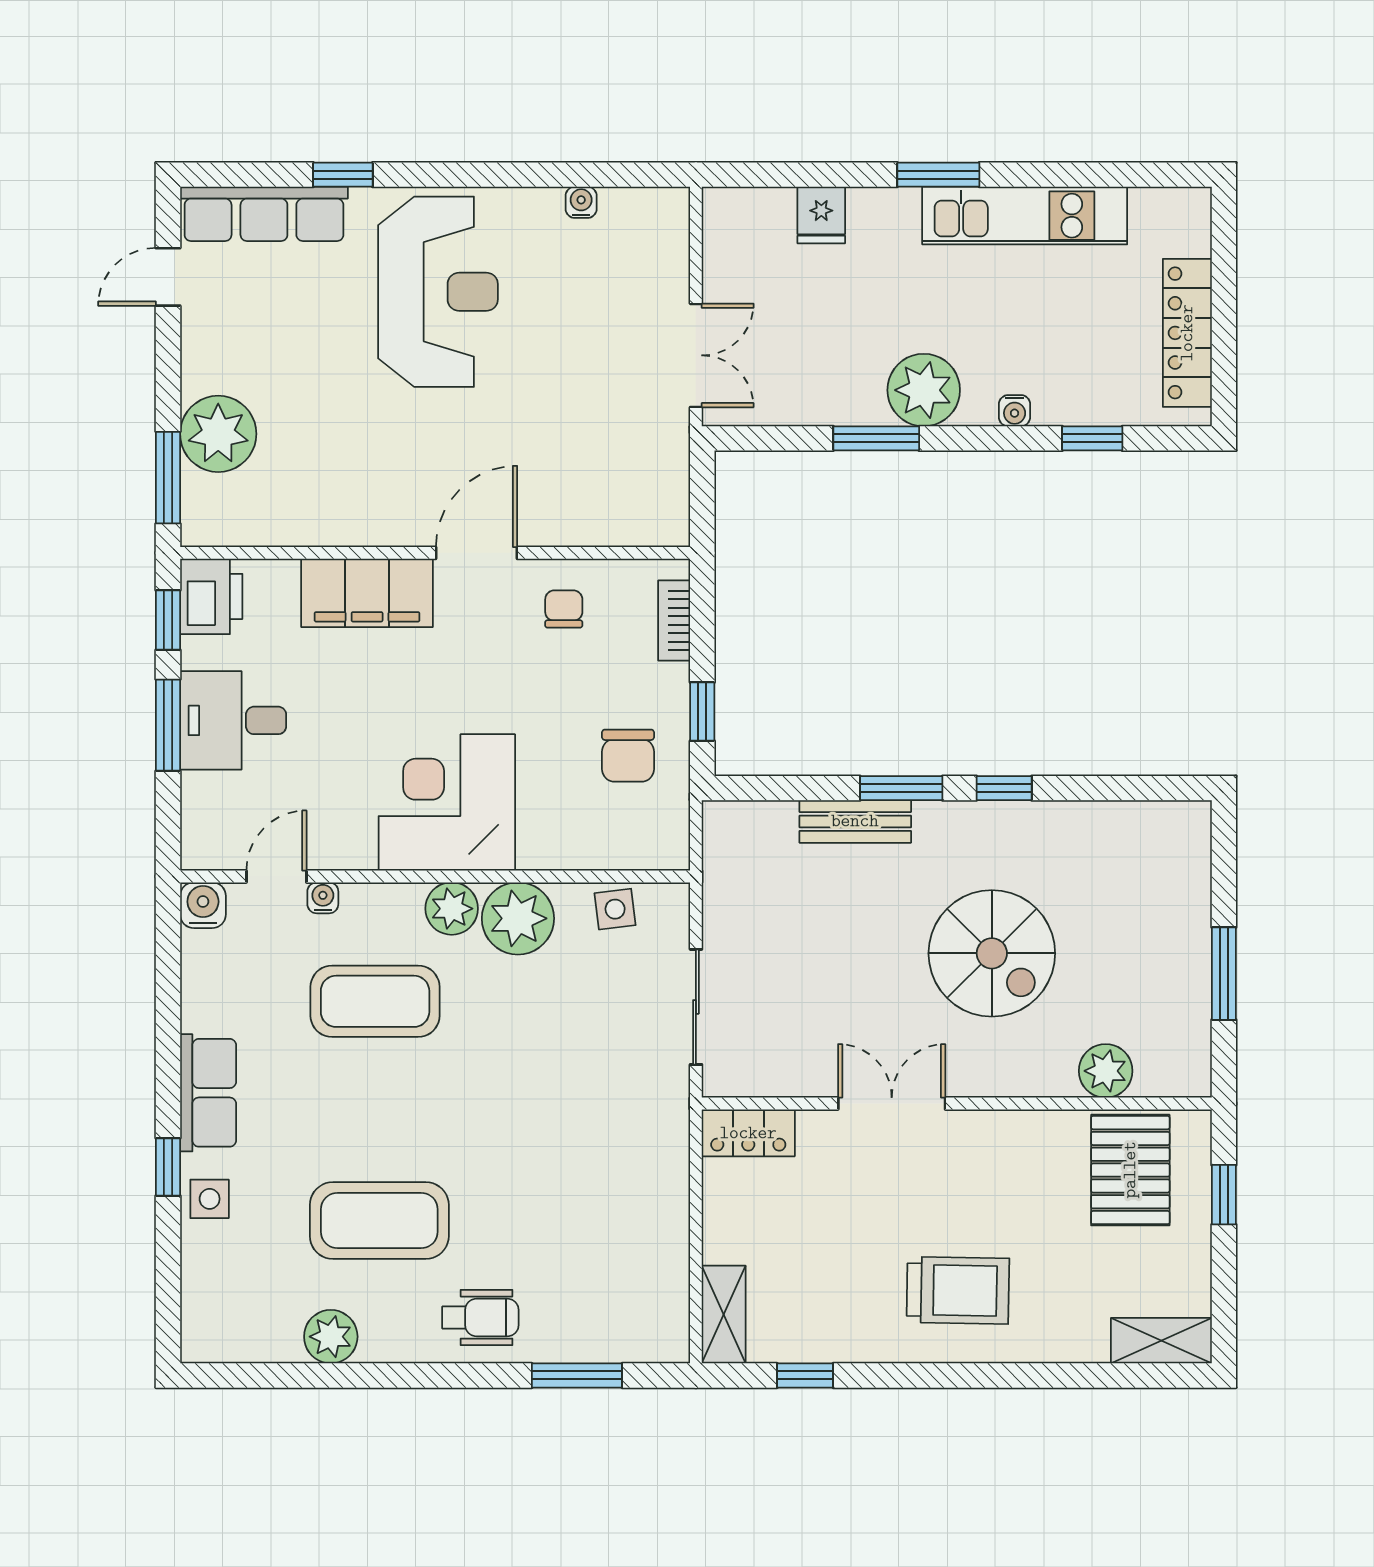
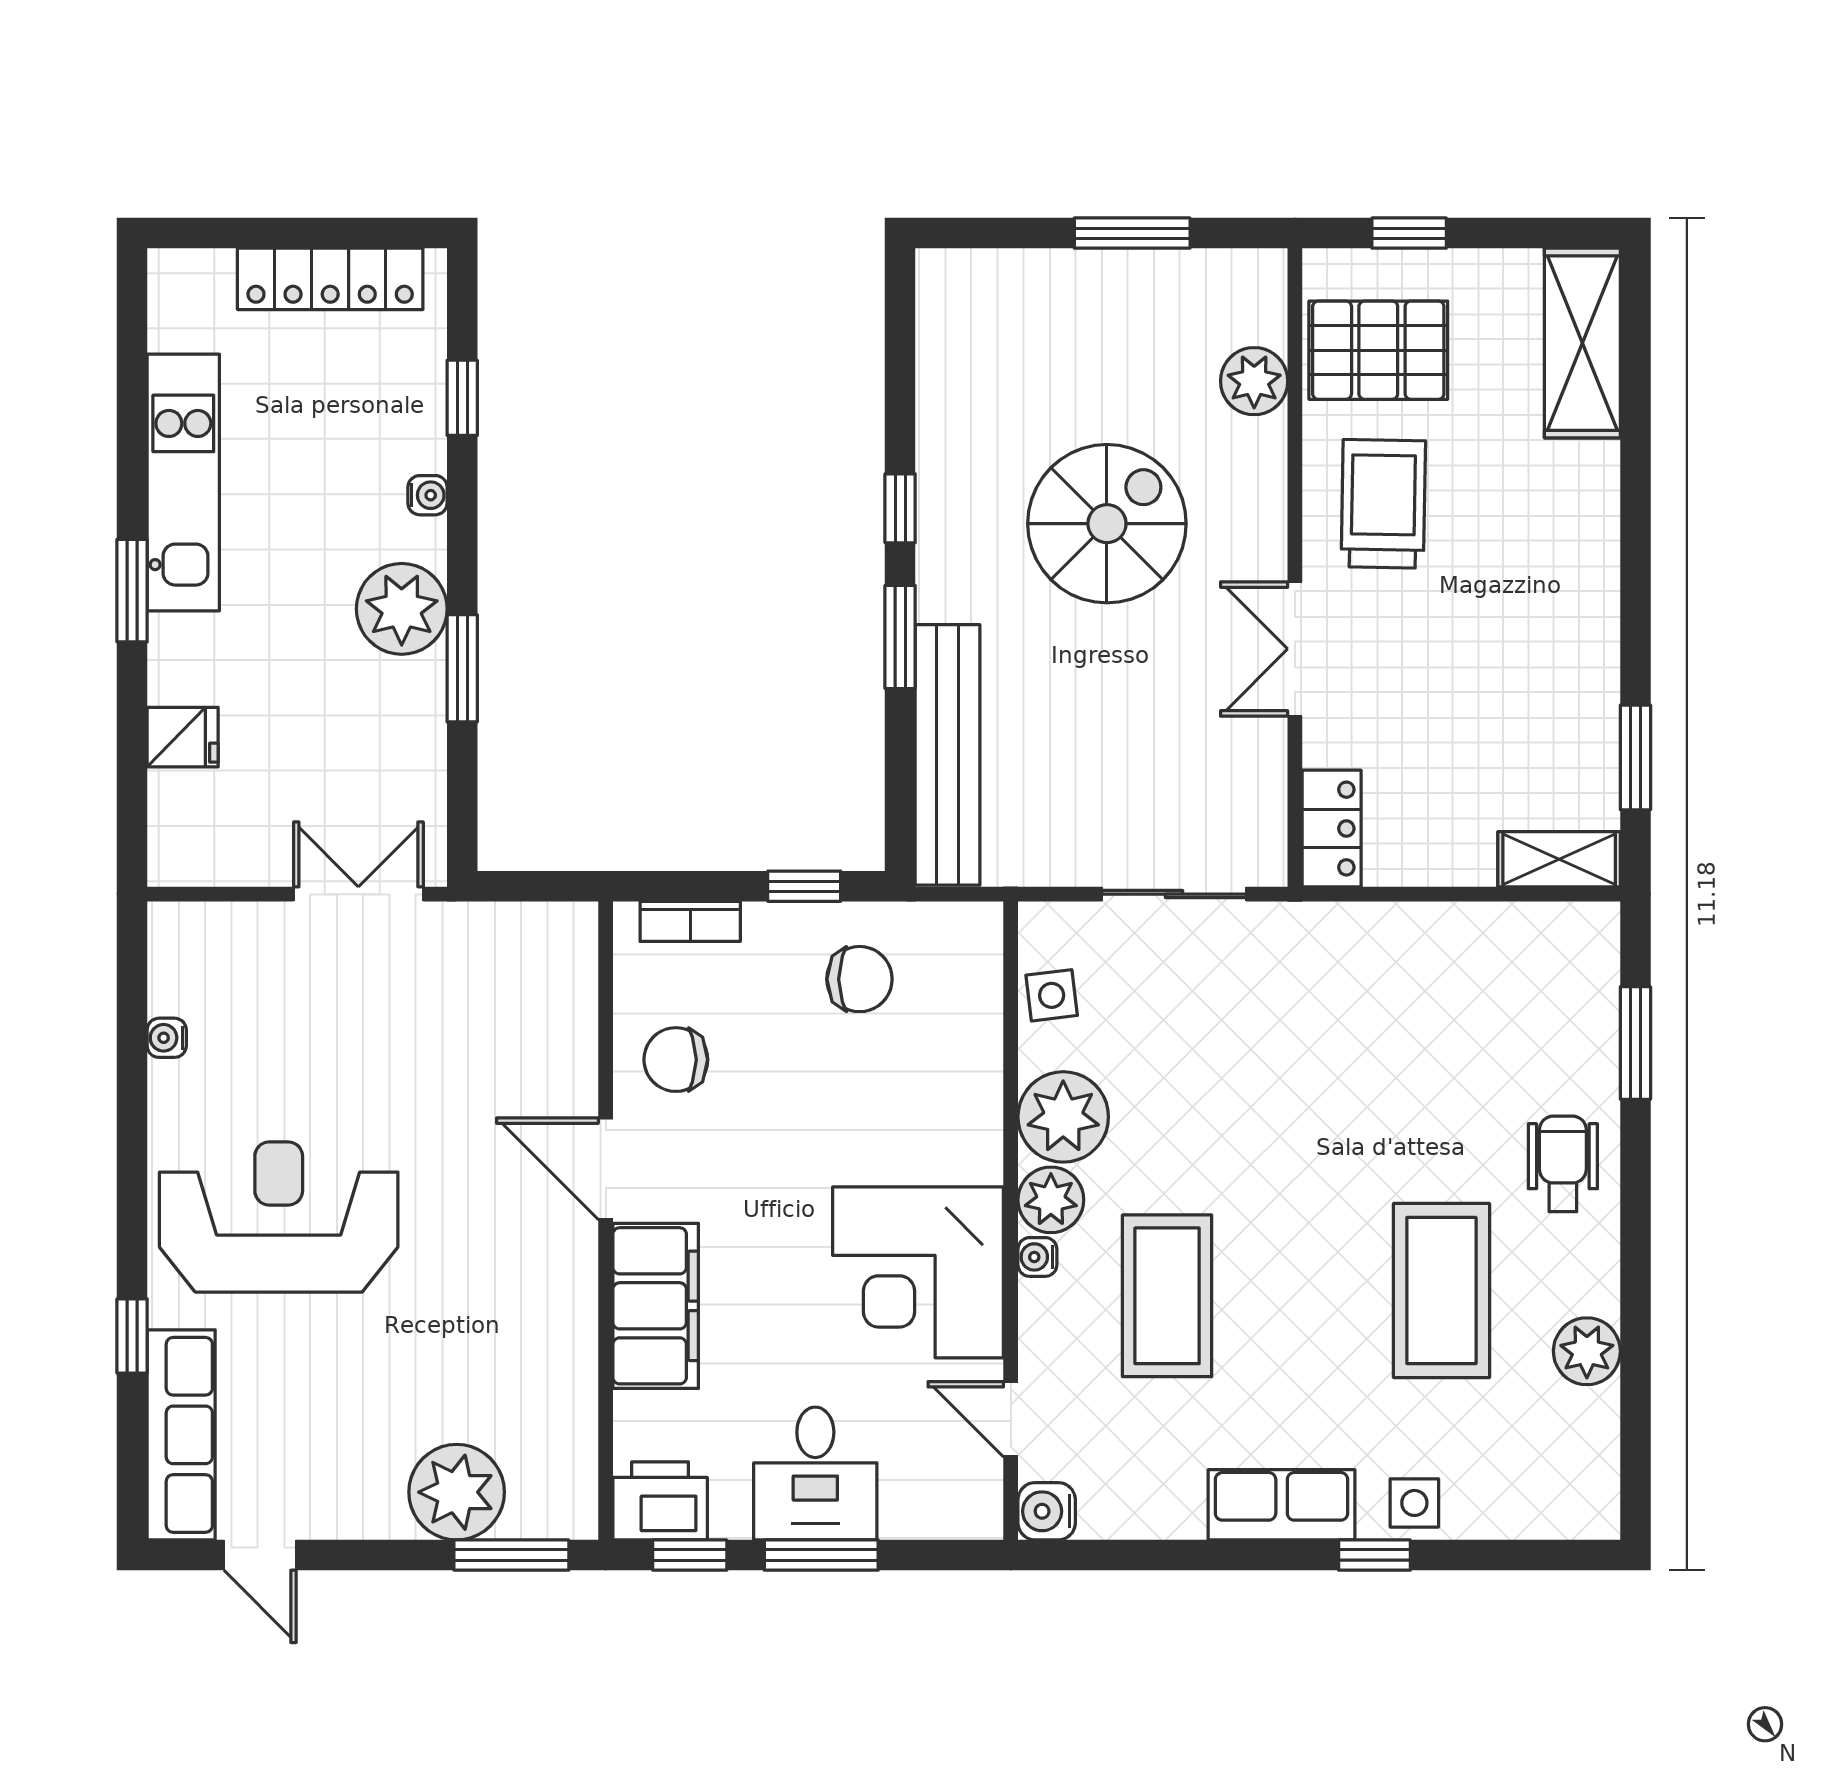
chair: (564, 609) -> (676, 1060), width x1.37, depth x1.37
corner desk: (447, 802) -> (918, 1272), moved
bench: (855, 821) -> (948, 755), width x1.86, depth x1.21
water cooler: (323, 898) -> (1037, 1257), moved
trolley: (958, 1290) -> (1383, 504), moved
shelving: (1161, 1341) -> (1582, 343), width x1.50, depth x1.33
window: (805, 1375) -> (1635, 757), width x1.50

